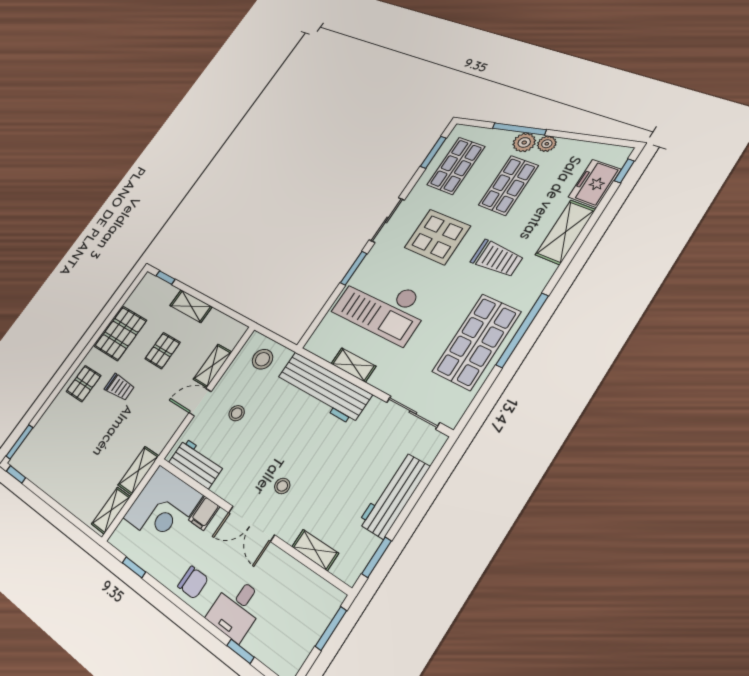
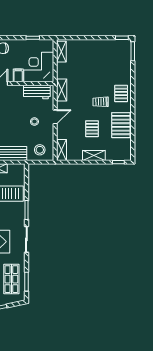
shelving: (213, 366) -> (61, 150), moved
shelving: (138, 470) -> (62, 90), moved

